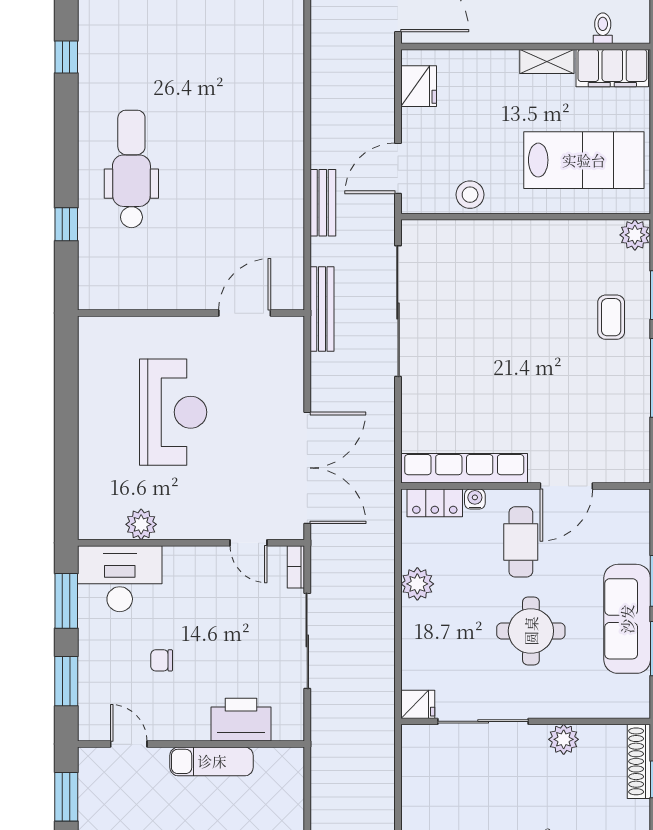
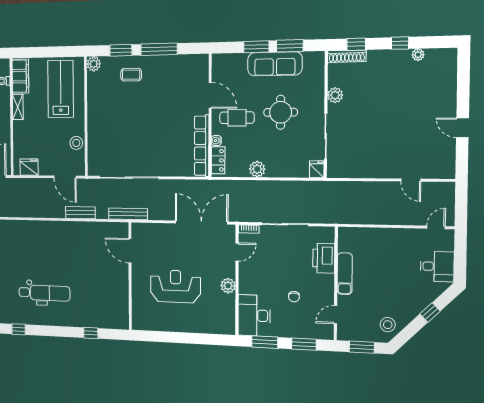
dental chair: (131, 169) -> (44, 293), moved, turned 180
plant: (141, 524) -> (228, 286), moved

